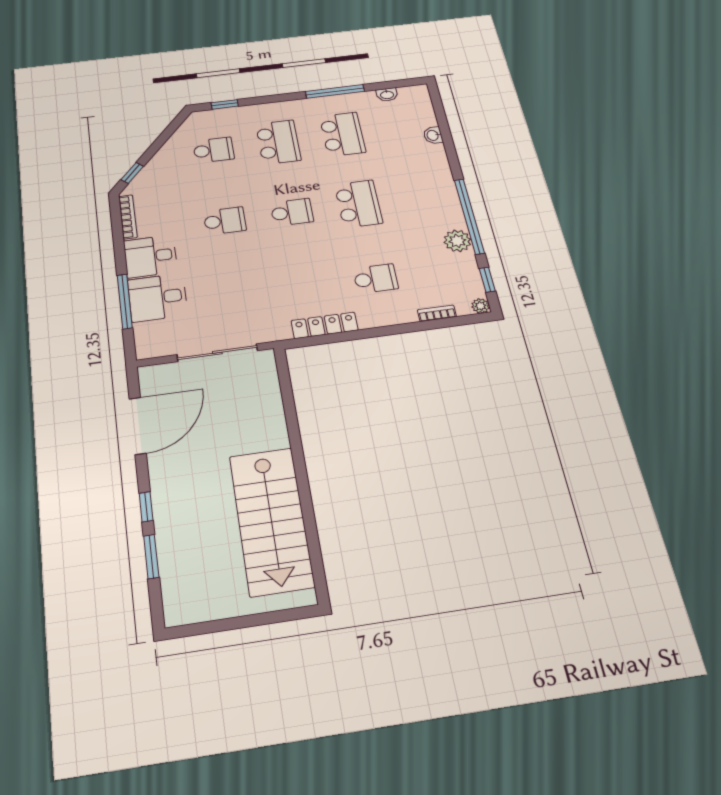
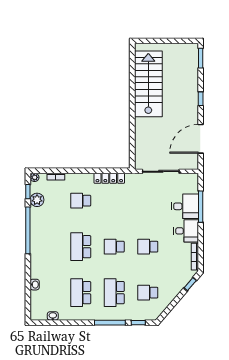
window: (335, 91) -> (110, 323), moved
plant: (457, 241) -> (37, 200), moved
window: (151, 557) -> (201, 58), moved

